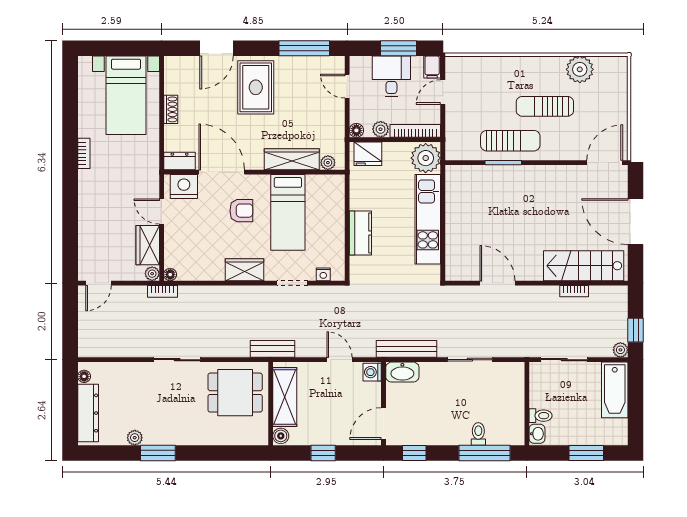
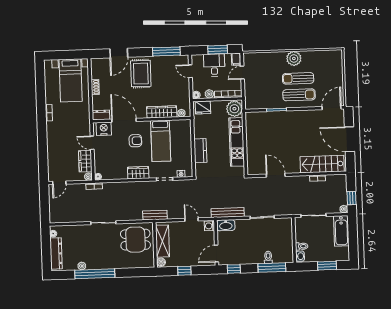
plant: (580, 69) -> (294, 58), moved
sun lounger: (510, 141) -> (299, 95), moved
window: (158, 453) -> (95, 274), width x2.11

